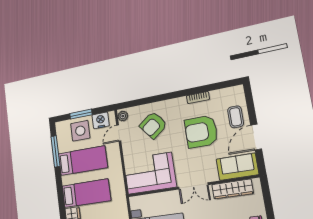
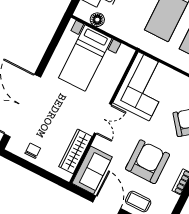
double door: (193, 186) -> (103, 119), swing flipped

